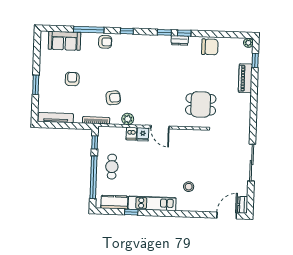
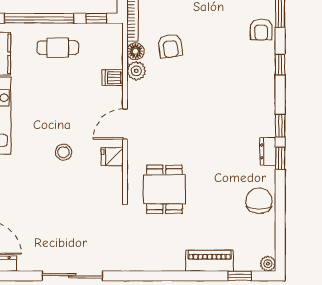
chair: (210, 47) -> (259, 201), turned 180
floor lamp: (116, 119) -> (135, 51), added
fridge: (143, 134) -> (112, 157), moved
stool: (189, 187) -> (63, 152), moved

